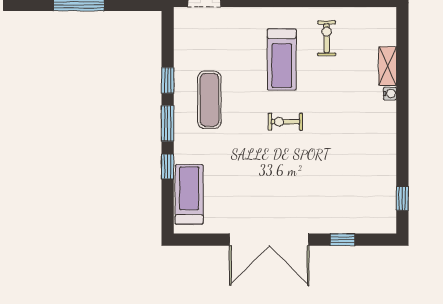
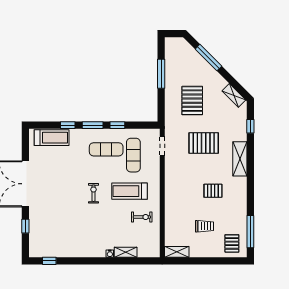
exercise mat: (219, 53) -> (133, 155), added

